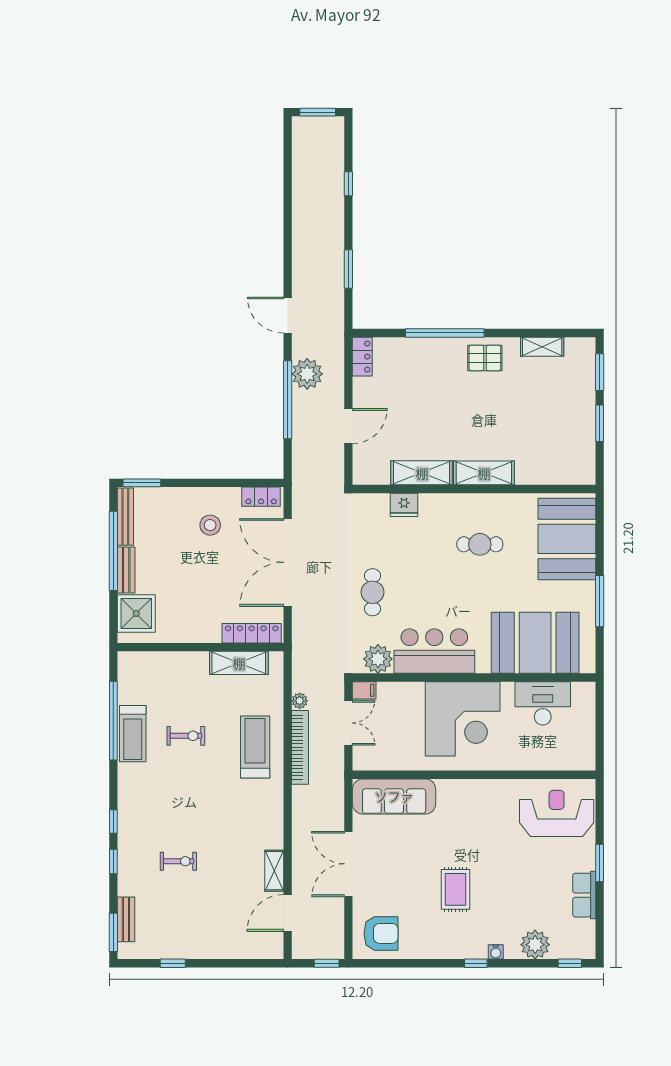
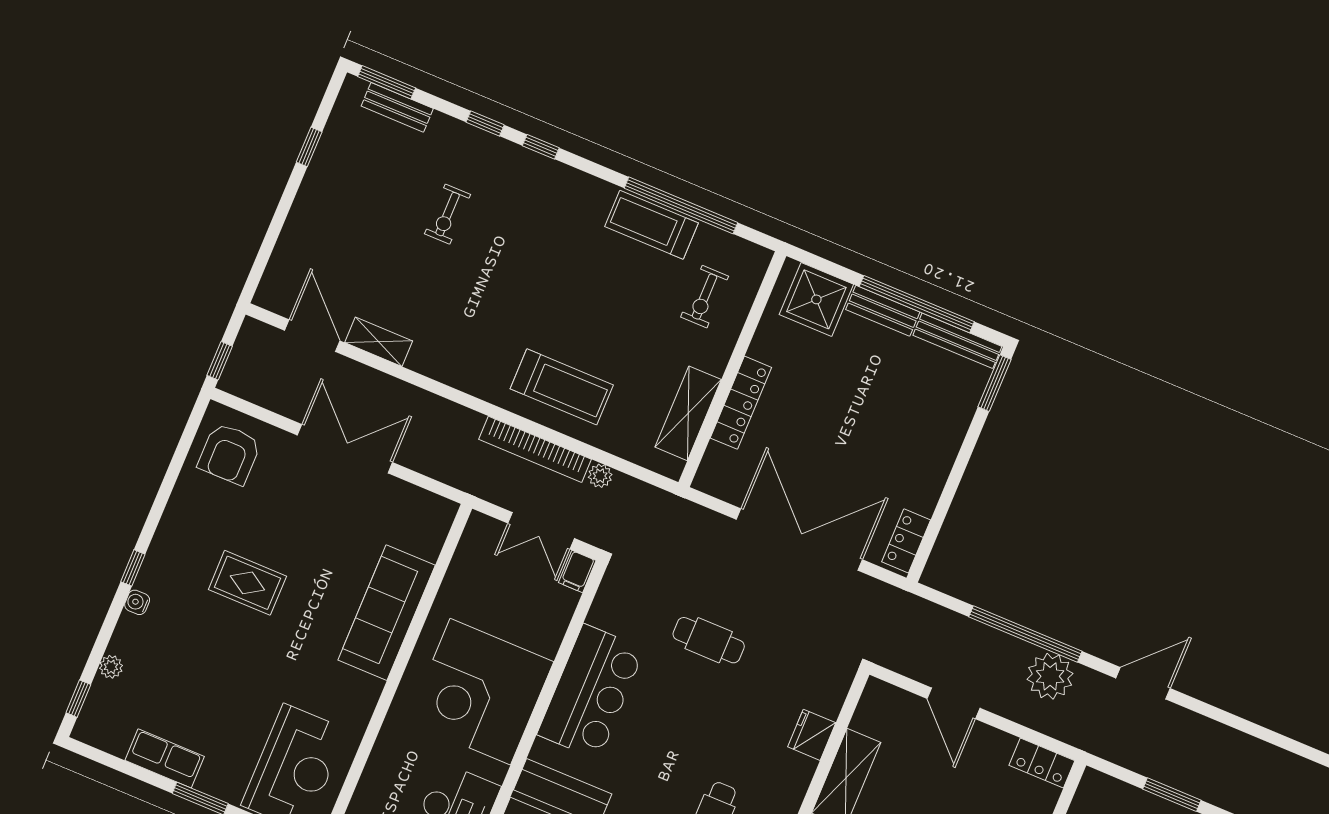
stool: (210, 525) -> (896, 454), removed
locker: (252, 633) -> (741, 403), moved
plant: (378, 659) -> (613, 609), removed
exercise bike: (186, 736) -> (705, 297), moved
sofa: (394, 796) -> (387, 613), moved
plant: (535, 945) -> (111, 667), width x0.53, depth x0.53

